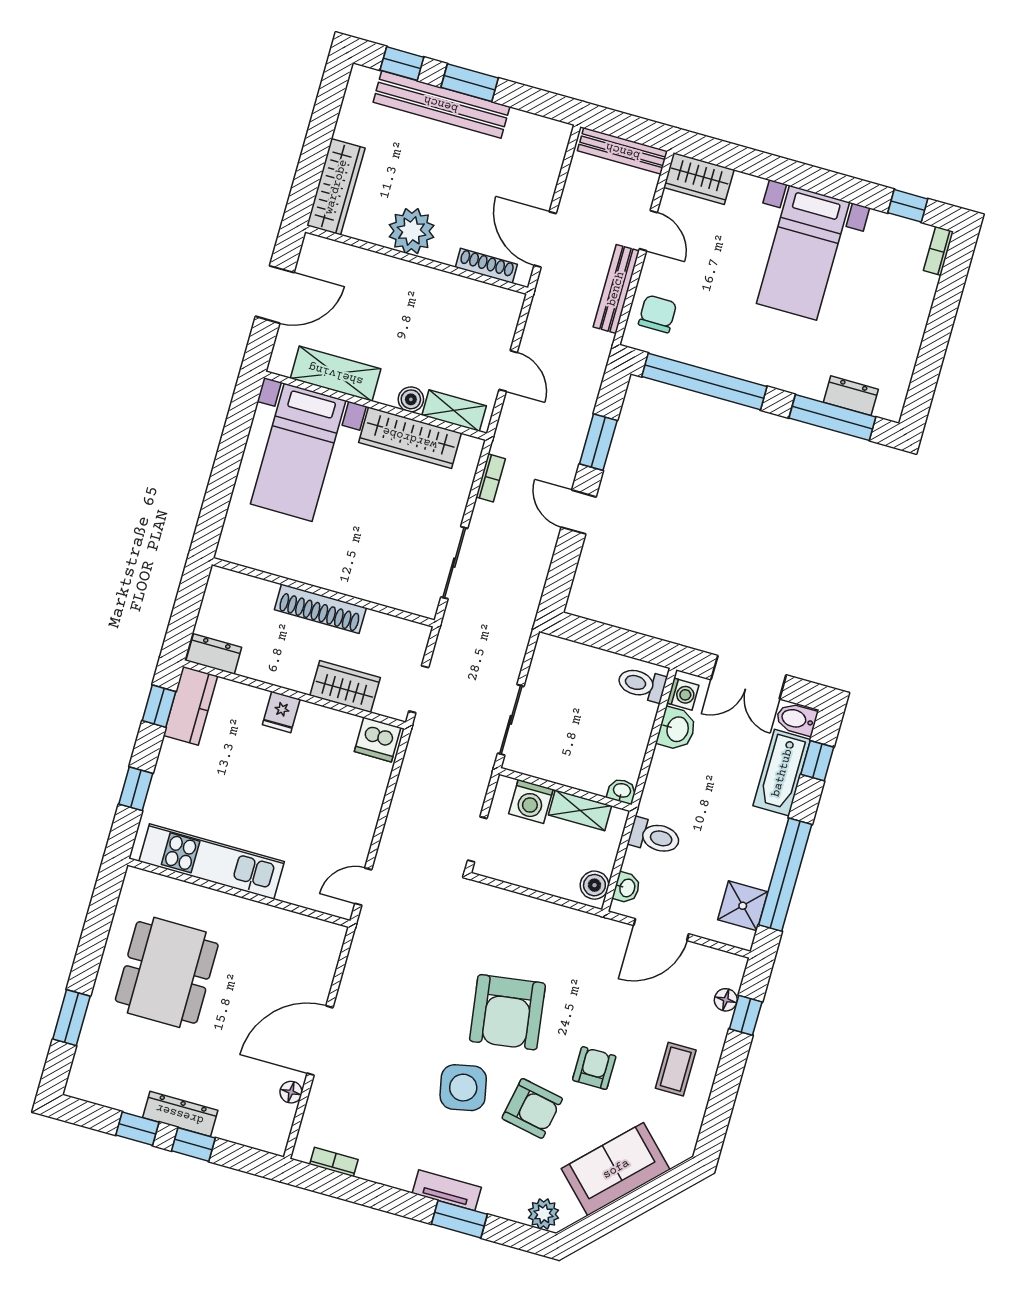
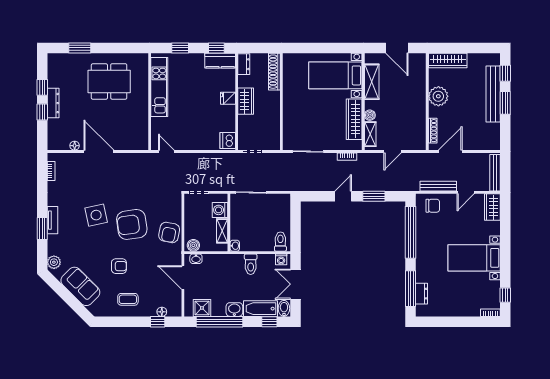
shoe rack: (320, 609) -> (274, 72), moved
wardrobe: (345, 687) -> (246, 101), moved
washbasin: (677, 729) -> (234, 310), moved, turned 180
toilet: (655, 837) -> (251, 264), moved
armchair: (532, 1108) -> (169, 232), moved

